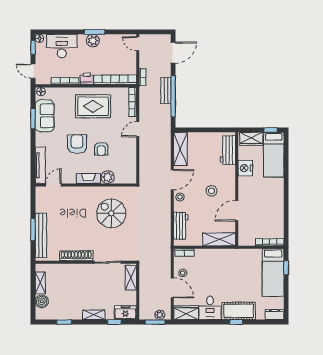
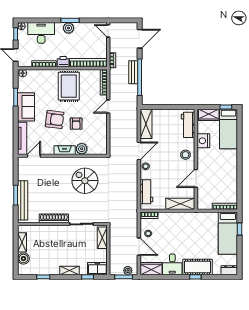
rug: (93, 106) -> (69, 86), turned 90
sofa: (45, 116) -> (26, 107), moved
armchair: (77, 144) -> (55, 119), turned 97
stool: (212, 191) -> (185, 155), moved

